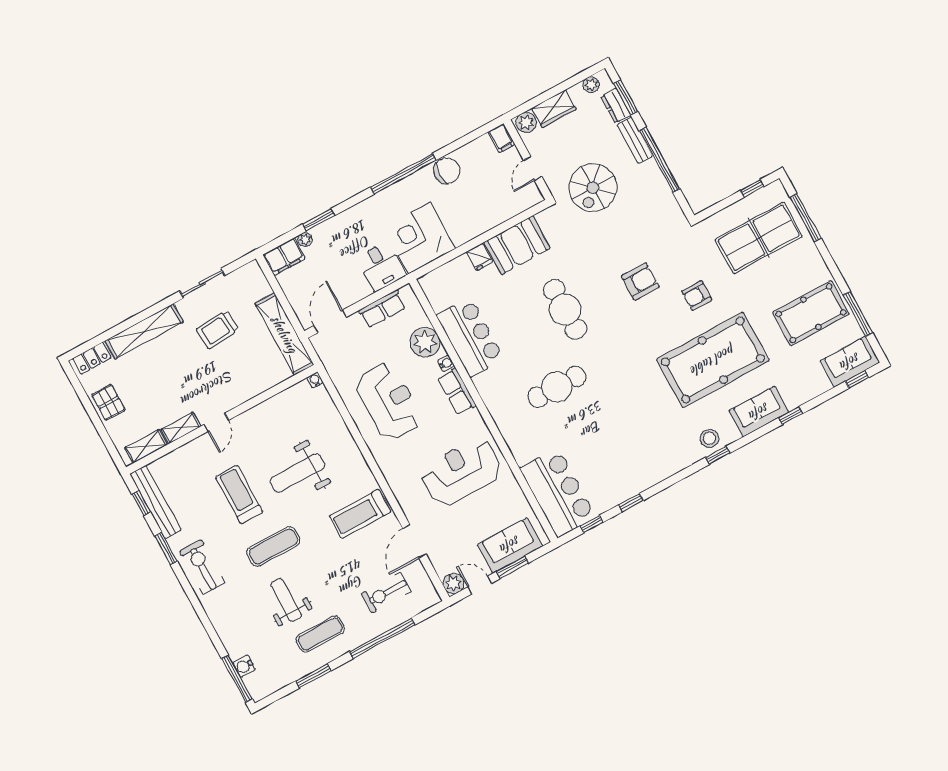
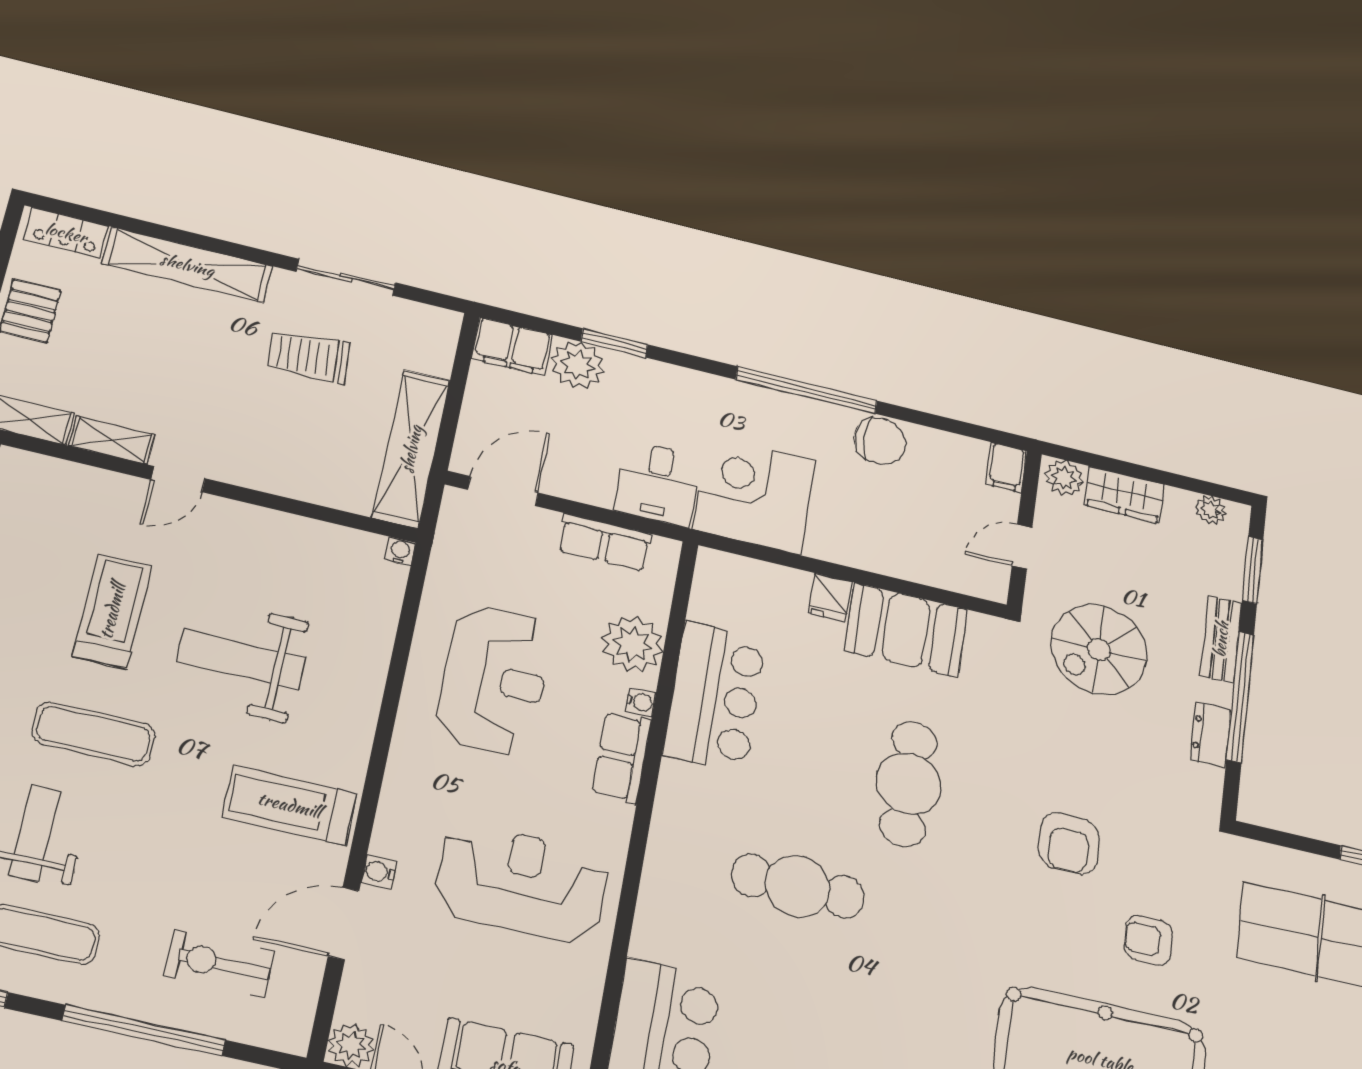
dresser: (616, 106) -> (1211, 735), moved
plant: (305, 240) -> (578, 365), width x1.88, depth x1.88
armchair: (640, 281) -> (1069, 844), turned 90
water cooler: (410, 511) -> (379, 872), added

